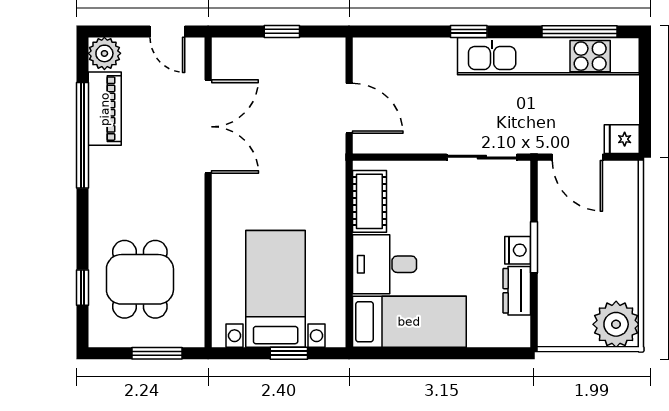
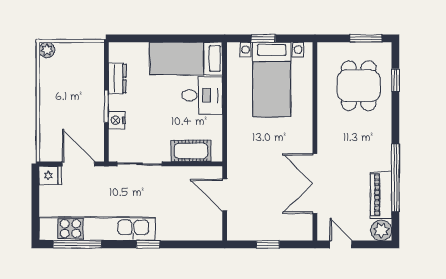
cot: (369, 201) -> (191, 151), moved, turned 90
nightstand: (518, 250) -> (117, 120), moved
plant: (616, 324) -> (47, 50), width x0.53, depth x0.53
window: (157, 353) -> (366, 38), moved

